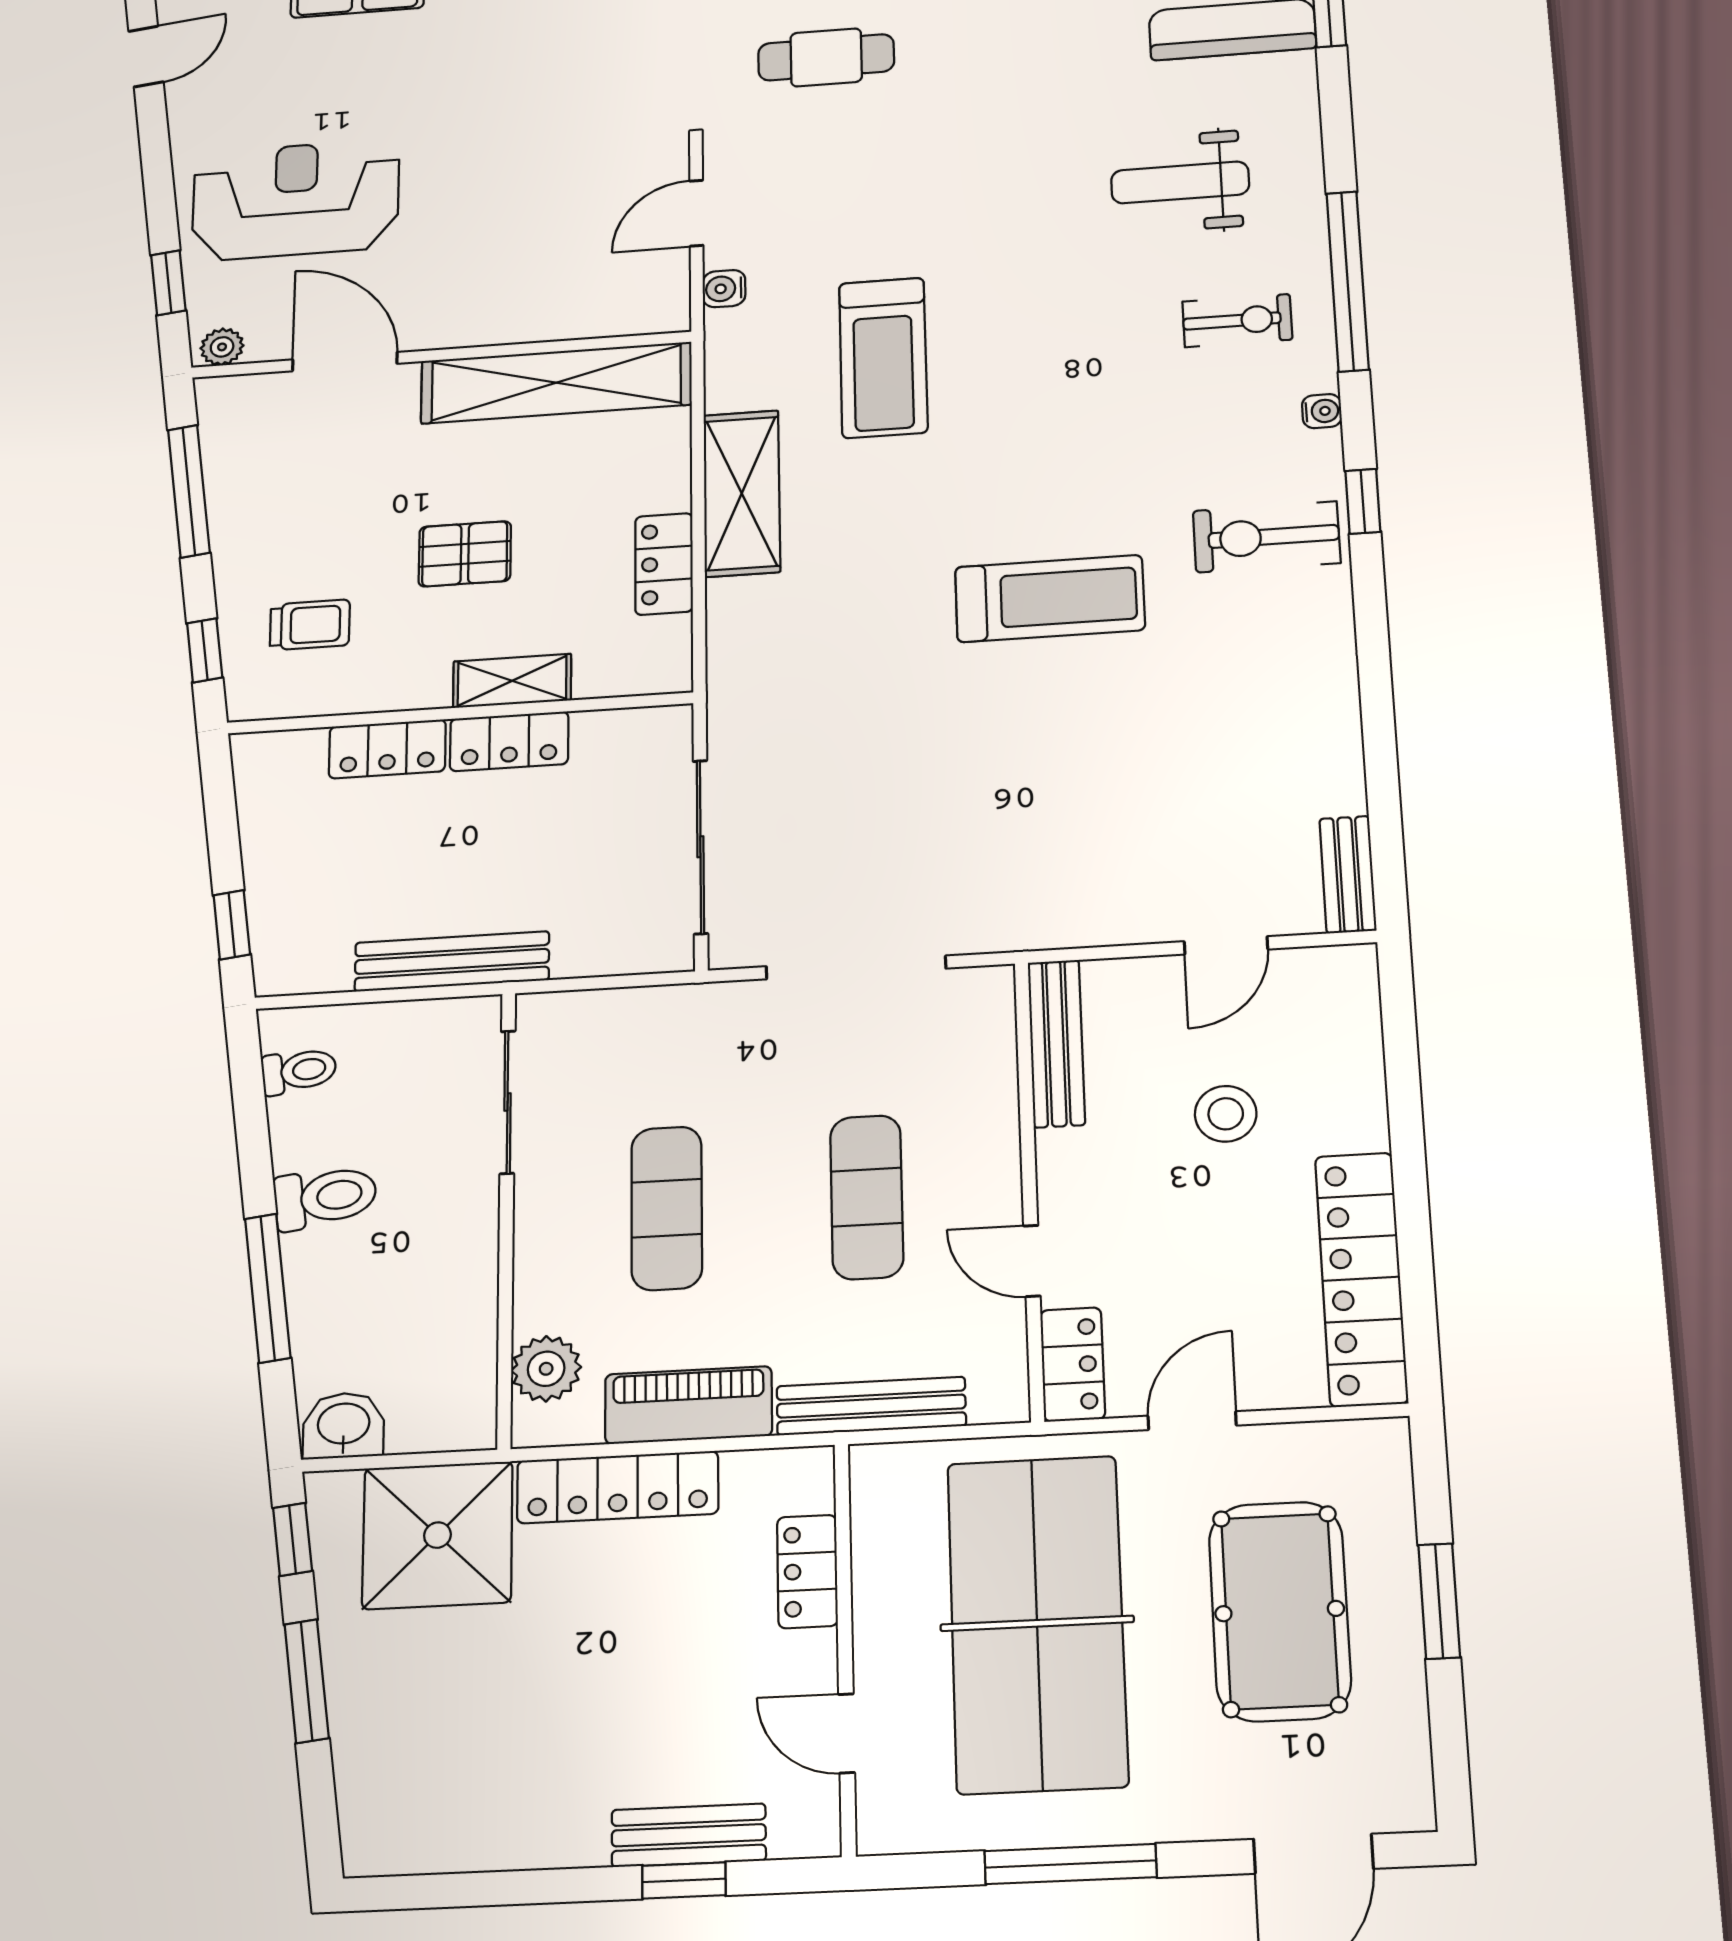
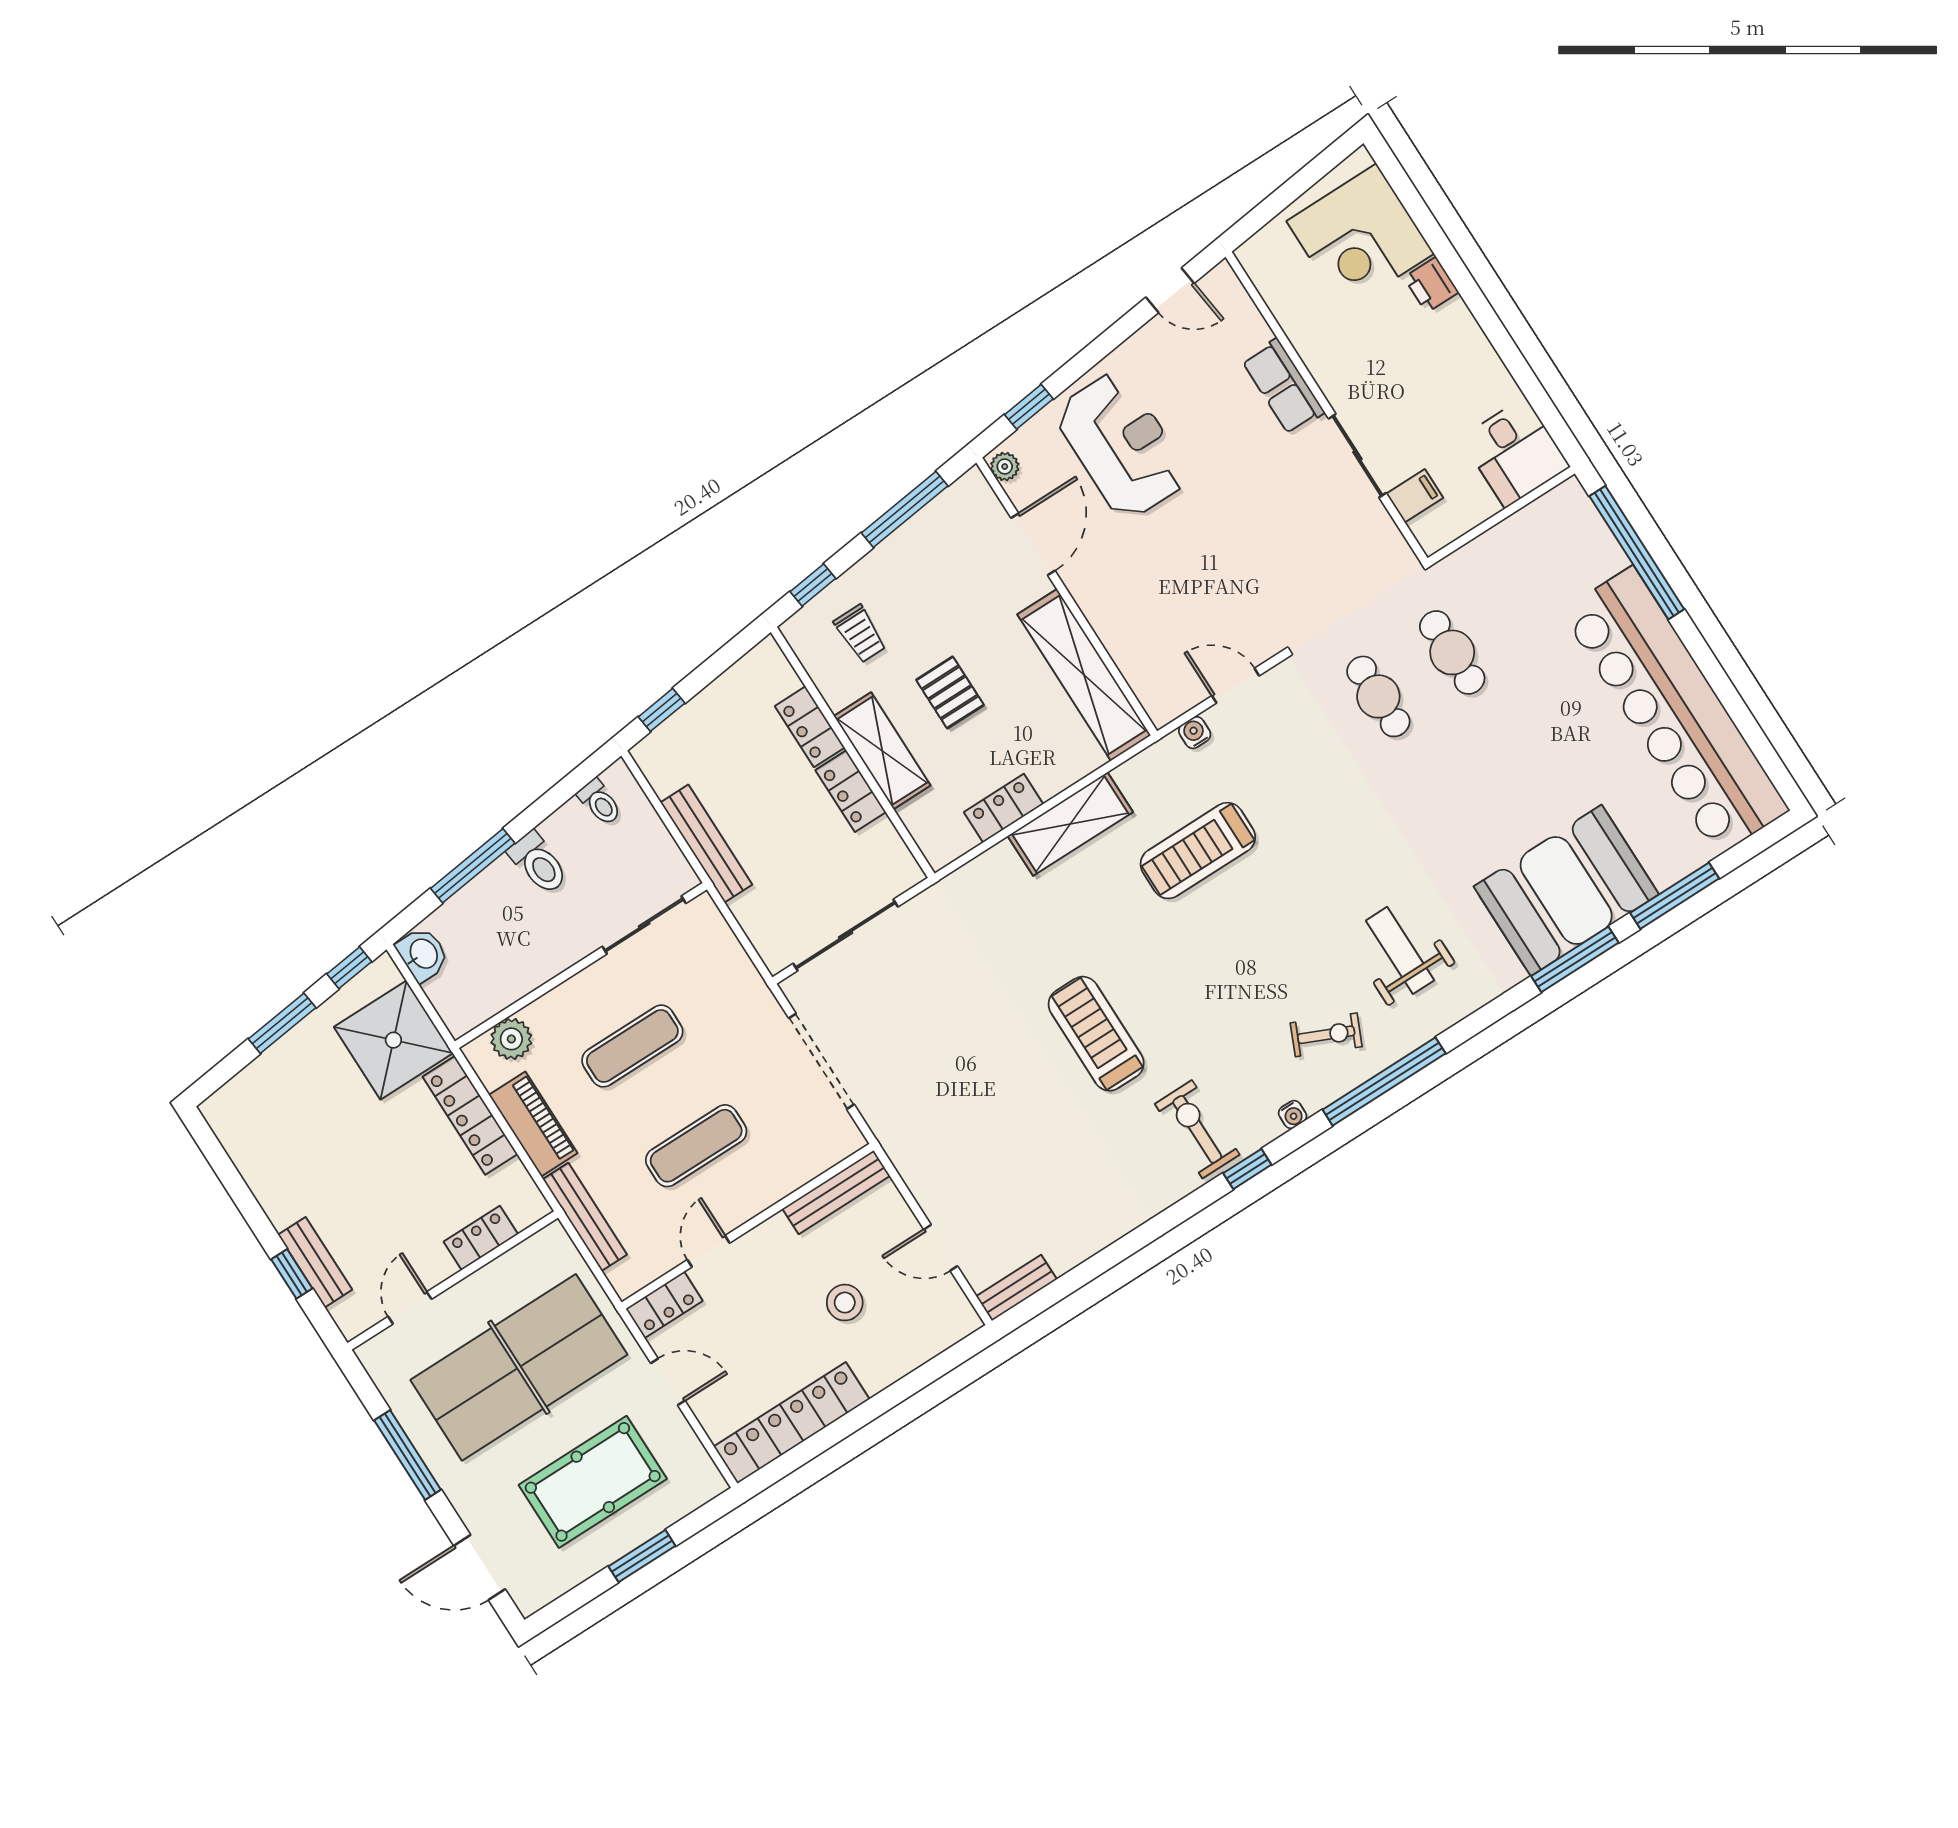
exercise bike: (1237, 321) -> (1326, 1035), turned -66
treadmill: (1050, 599) -> (1096, 1034), turned 180
shelving: (512, 681) -> (882, 751), width x1.50, depth x1.33

